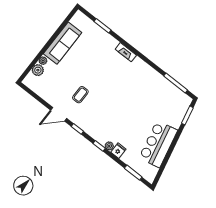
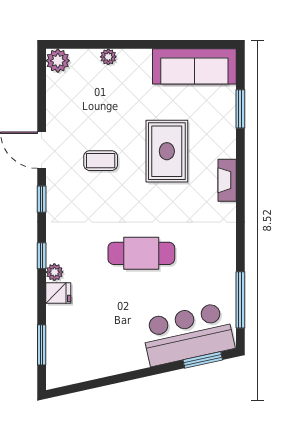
sofa: (63, 43) -> (194, 66), moved
rug: (97, 67) -> (167, 151), added
plant: (38, 70) -> (58, 61), moved
cafe table: (128, 107) -> (141, 253), added
bar counter: (158, 144) -> (188, 334), moved

